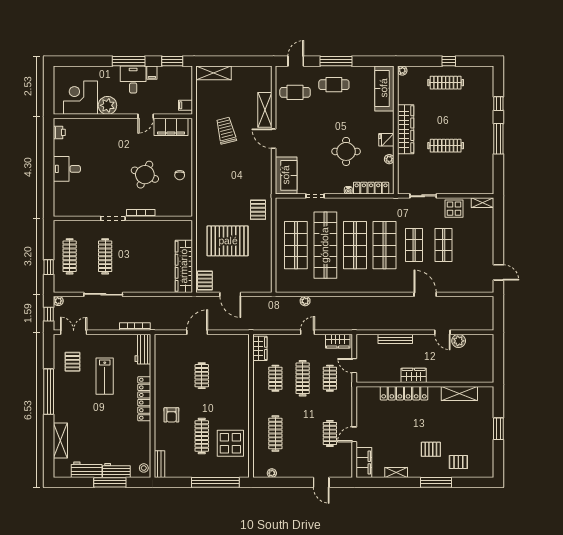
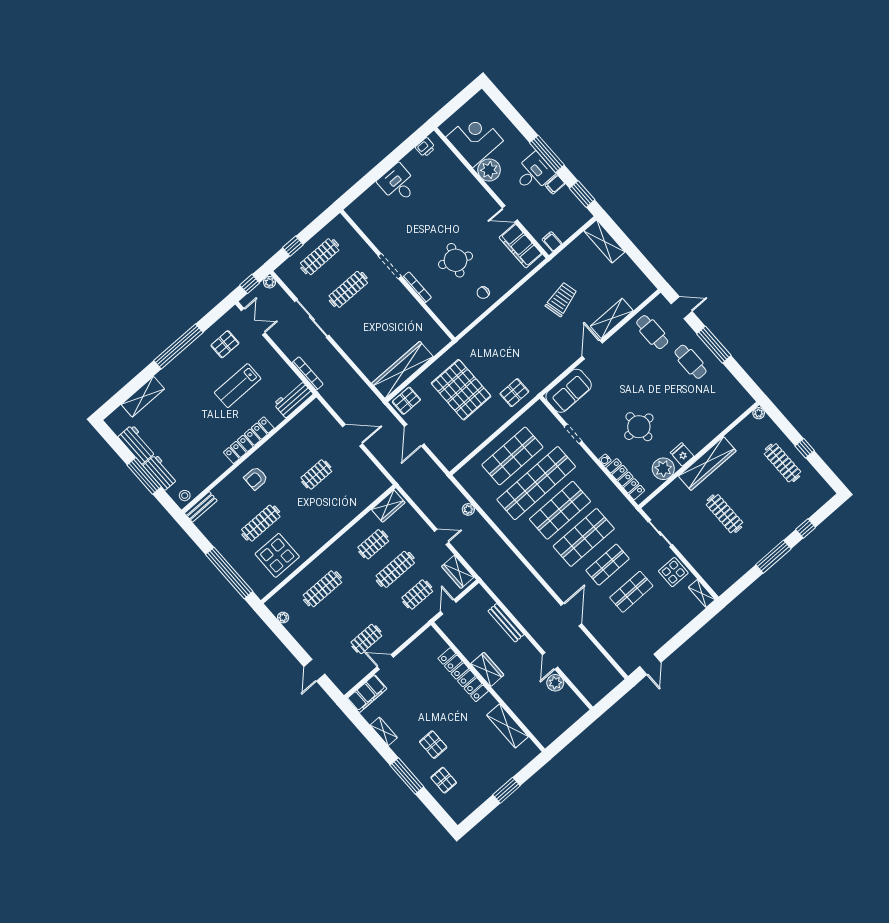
sofa: (384, 88) -> (728, 411), removed
plant: (389, 159) -> (663, 469), width x1.88, depth x1.88

